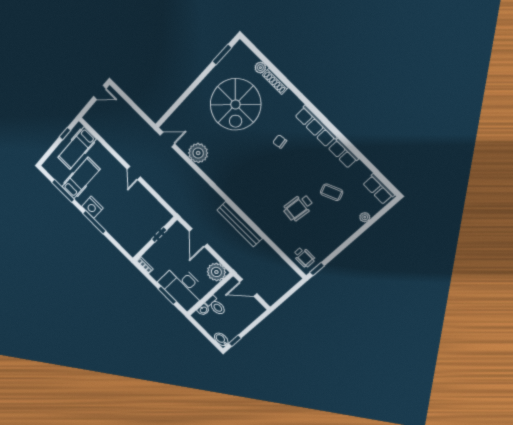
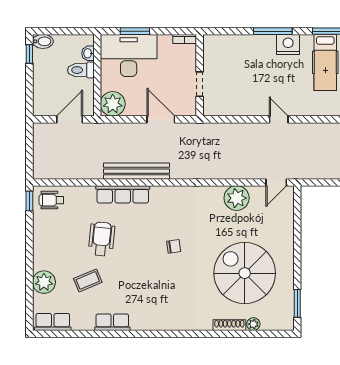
row of seats: (316, 126) -> (123, 194), moved, turned 180
chair: (280, 142) -> (174, 246), moved
plant: (365, 217) -> (44, 282), width x1.88, depth x1.88

